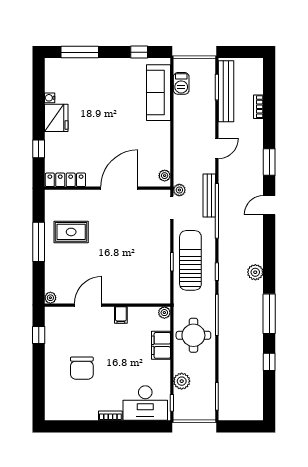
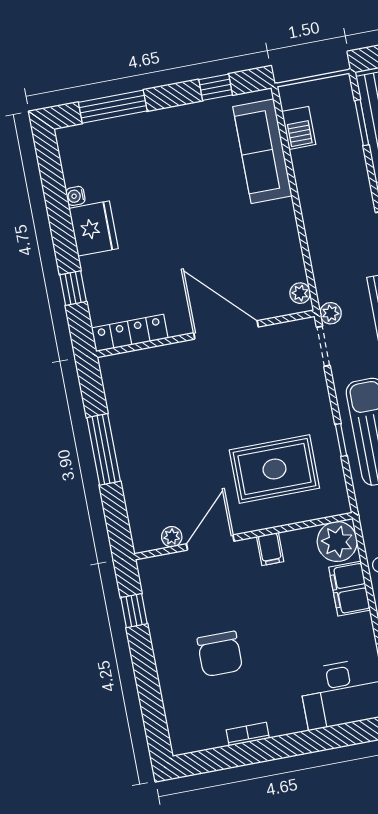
door: (119, 188) -> (226, 330), hinge flipped
rug: (71, 232) -> (274, 469), moved, width x1.36, depth x1.43
plant: (50, 298) -> (172, 537), moved
plant: (164, 313) -> (337, 542), width x1.88, depth x1.88
bookcase: (110, 416) -> (248, 734), moved

